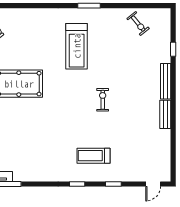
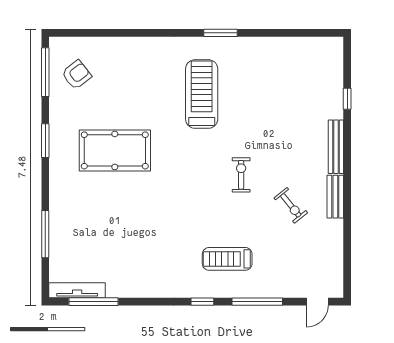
exercise bike: (138, 24) -> (291, 205), moved
treadmill: (77, 46) -> (202, 94), turned 180
window: (113, 184) -> (257, 302), width x2.17

